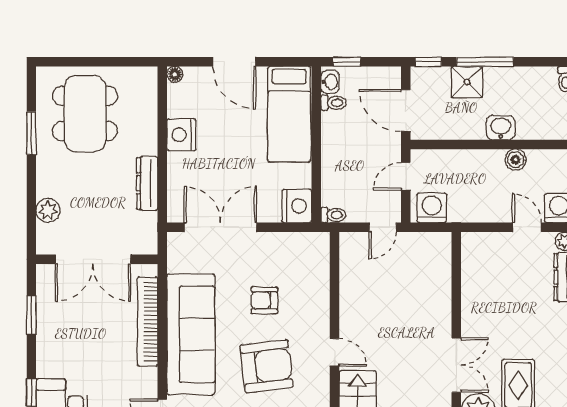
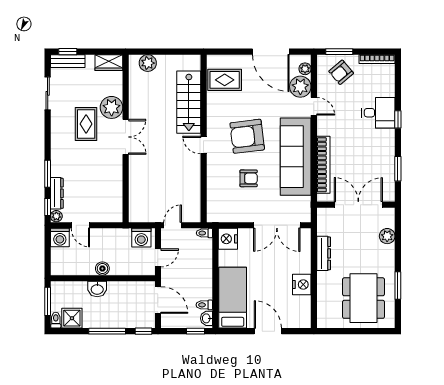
floor lamp: (175, 74) -> (306, 323), removed
shower: (467, 82) -> (72, 318), moved
boiler: (516, 160) -> (102, 269), moved
double door: (456, 365) -> (126, 137), swing flipped

